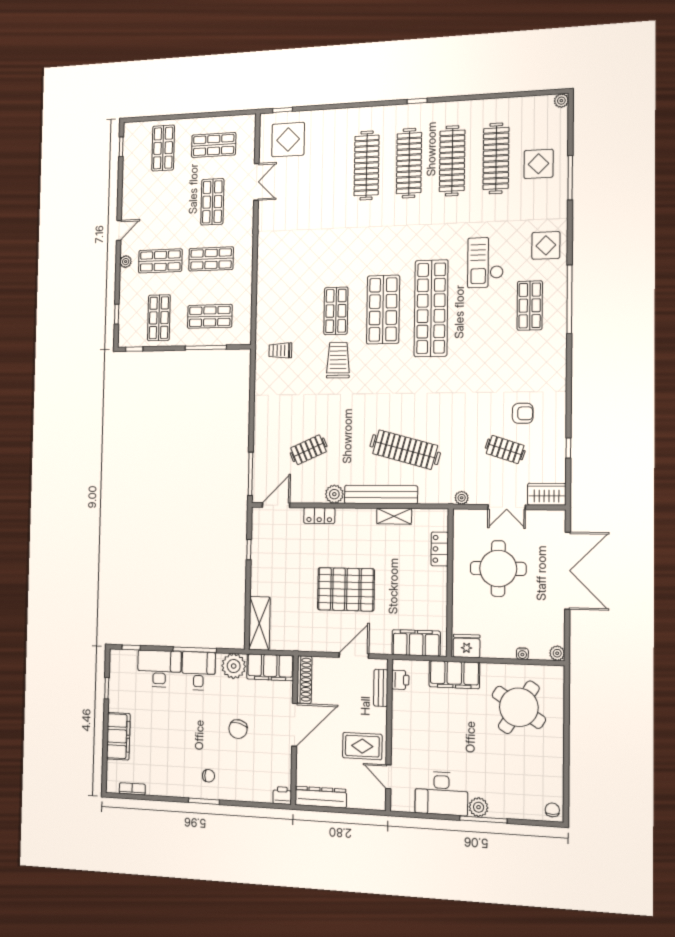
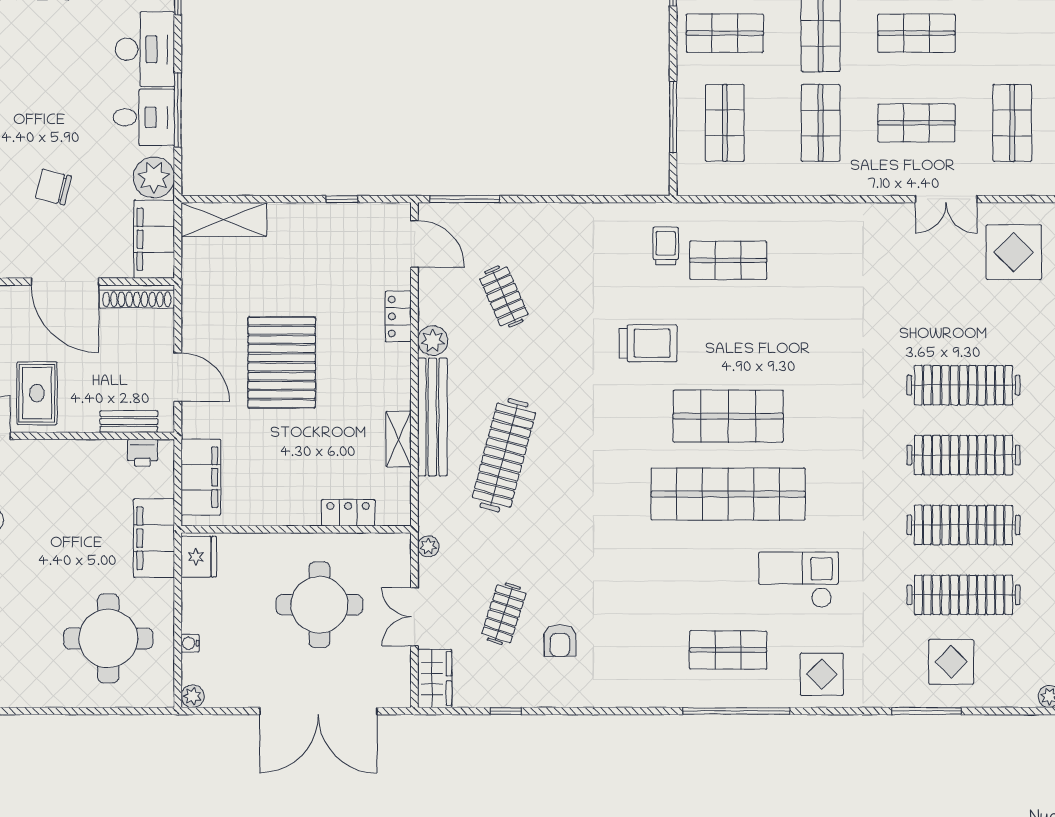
shop shelf: (163, 148) -> (916, 33), moved
shop shelf: (336, 311) -> (728, 260), moved
round table: (519, 707) -> (108, 638), turned -33

